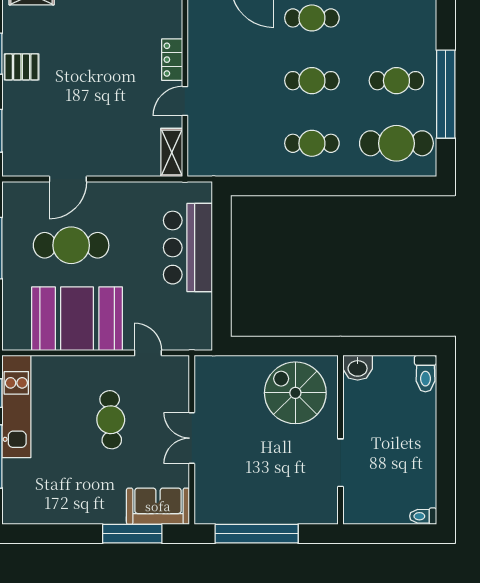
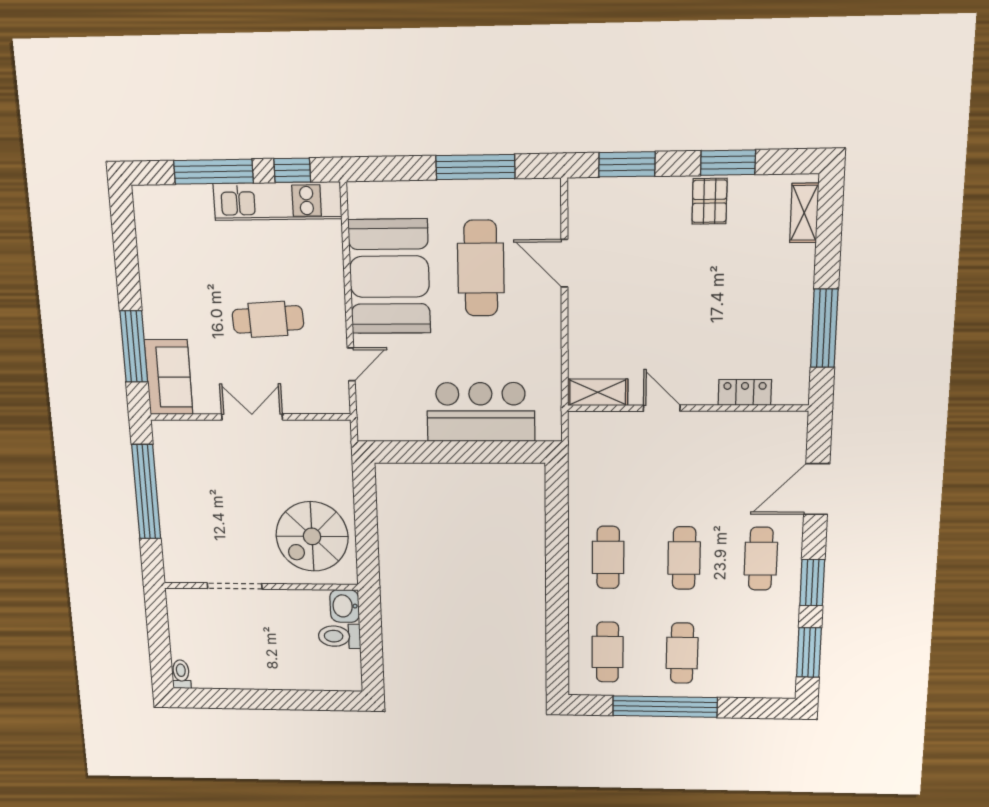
locker: (172, 60) -> (745, 392), moved
cafe table: (396, 143) -> (608, 652), width x0.73, depth x0.74
toilet: (425, 373) -> (339, 636), moved
spiral stairs: (295, 393) -> (312, 536), turned 180

